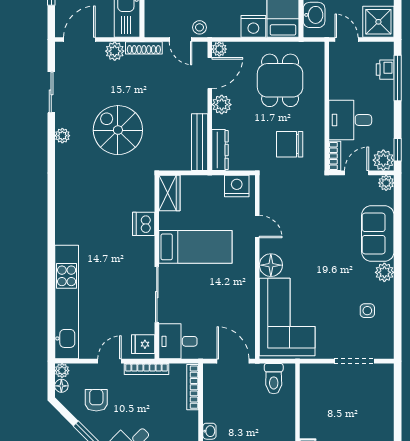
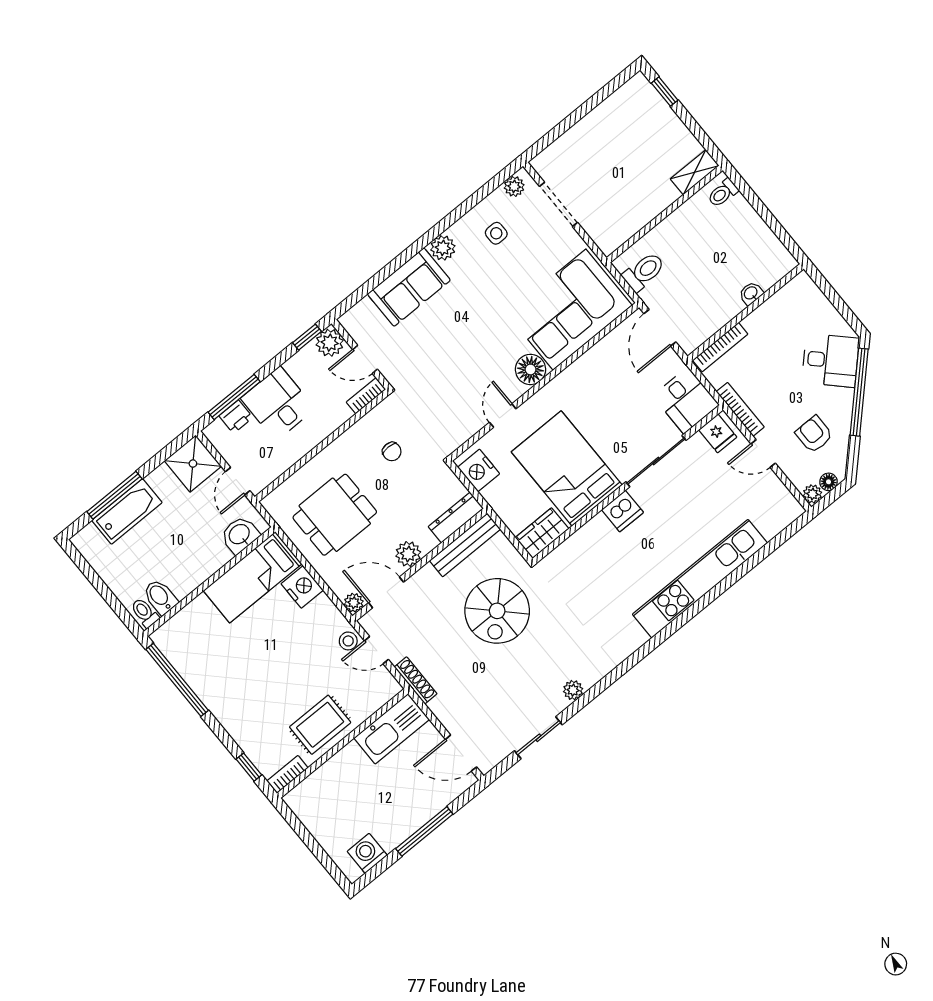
door: (181, 40) -> (376, 650), swing flipped
plant: (115, 51) -> (443, 707), removed
desk: (350, 120) -> (278, 404), moved, turned 180
spiral stairs: (118, 130) -> (497, 611), moved
chair: (290, 144) -> (392, 452), width x0.54, depth x0.54
plant: (386, 183) -> (514, 186), moved
dishwasher: (144, 224) -> (622, 511), moved
bed: (195, 247) -> (567, 468), width x1.50
kitchen unit: (67, 302) -> (700, 579), moved
armchair: (96, 400) -> (814, 434), turned 90

